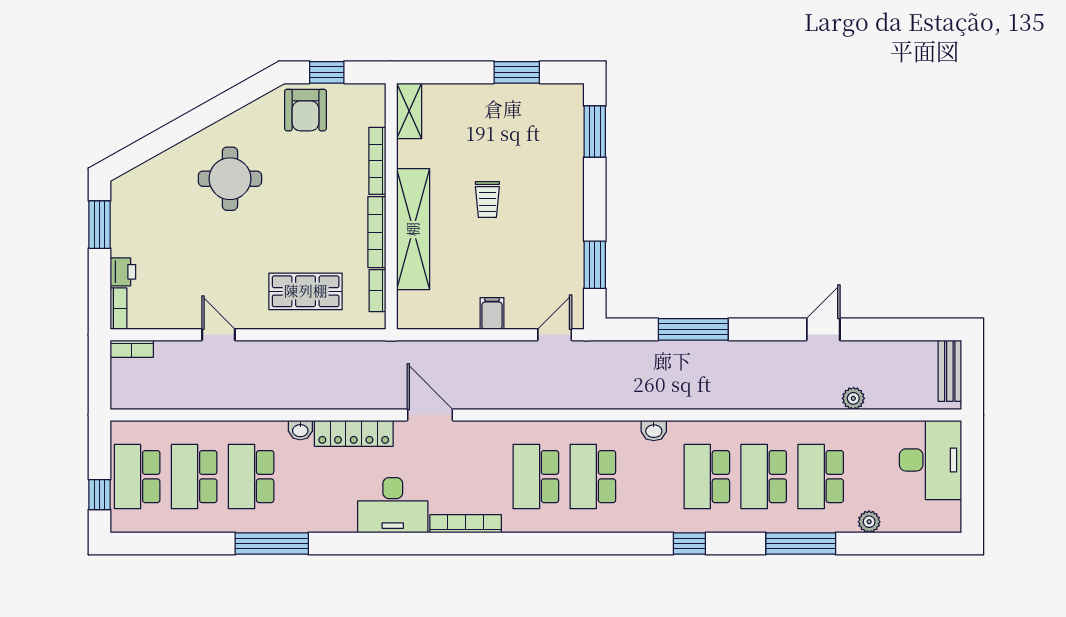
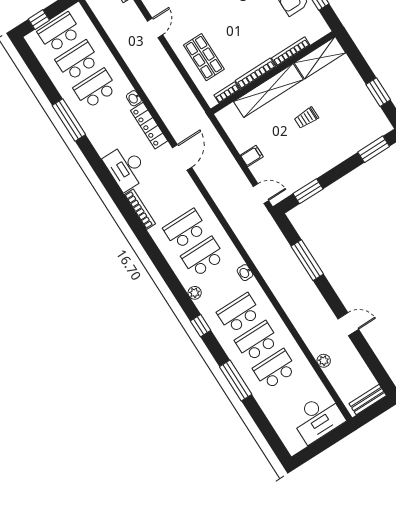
shelving: (409, 111) -> (320, 58), width x1.50, depth x1.33
plant: (869, 522) -> (195, 293), moved

